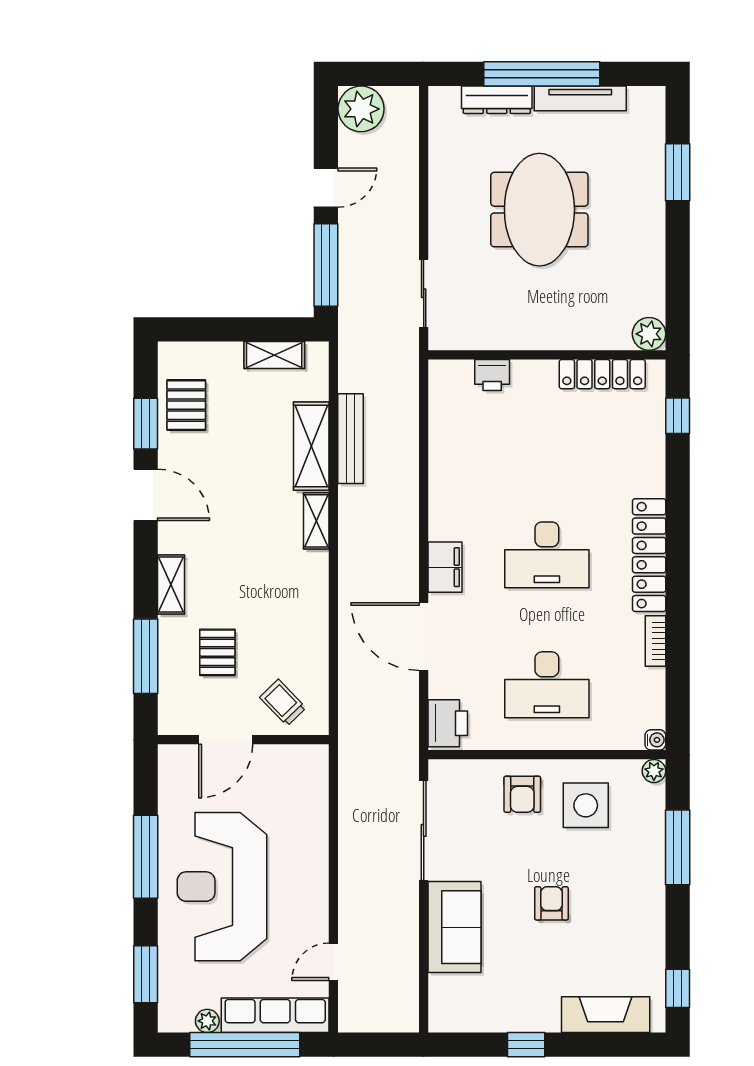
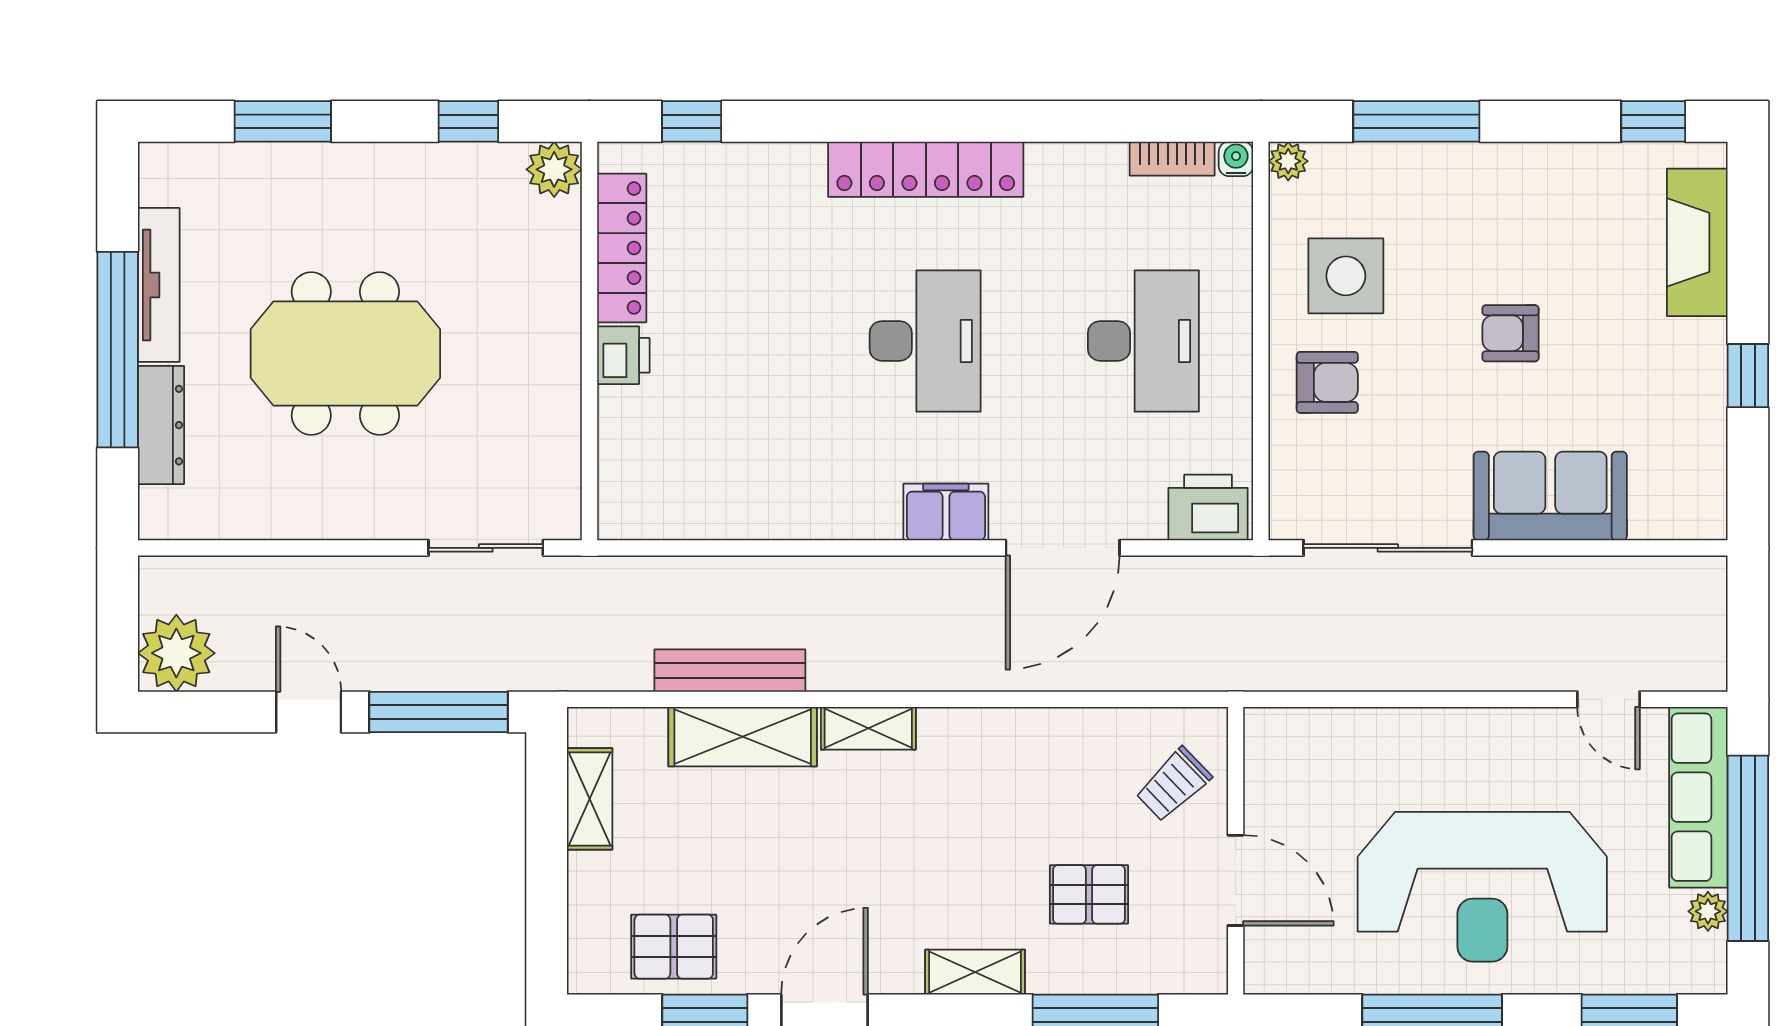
window: (678, 283) -> (468, 121), added
printer: (492, 375) -> (623, 355), moved
bookcase: (655, 641) -> (1172, 159), moved

